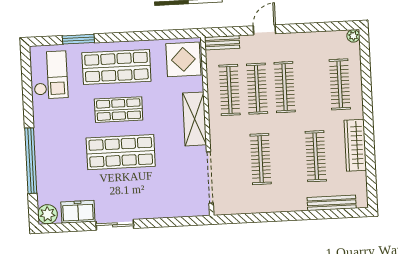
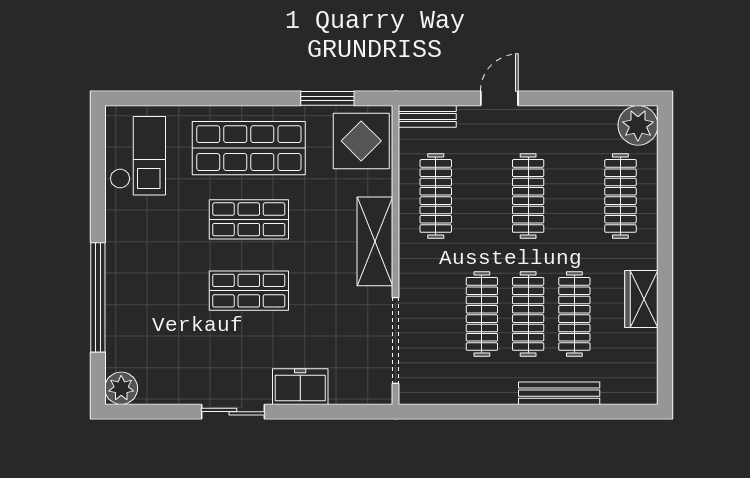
plant: (353, 36) -> (638, 125), width x1.88, depth x1.88
window: (78, 39) -> (327, 98), moved
clothes rail: (257, 89) -> (528, 314), moved
wardrobe: (355, 145) -> (641, 299), width x0.67
shop shelf: (121, 152) -> (249, 291), width x0.70, depth x0.74
bench: (332, 203) -> (559, 393), moved
freezer: (78, 212) -> (300, 387), moved

